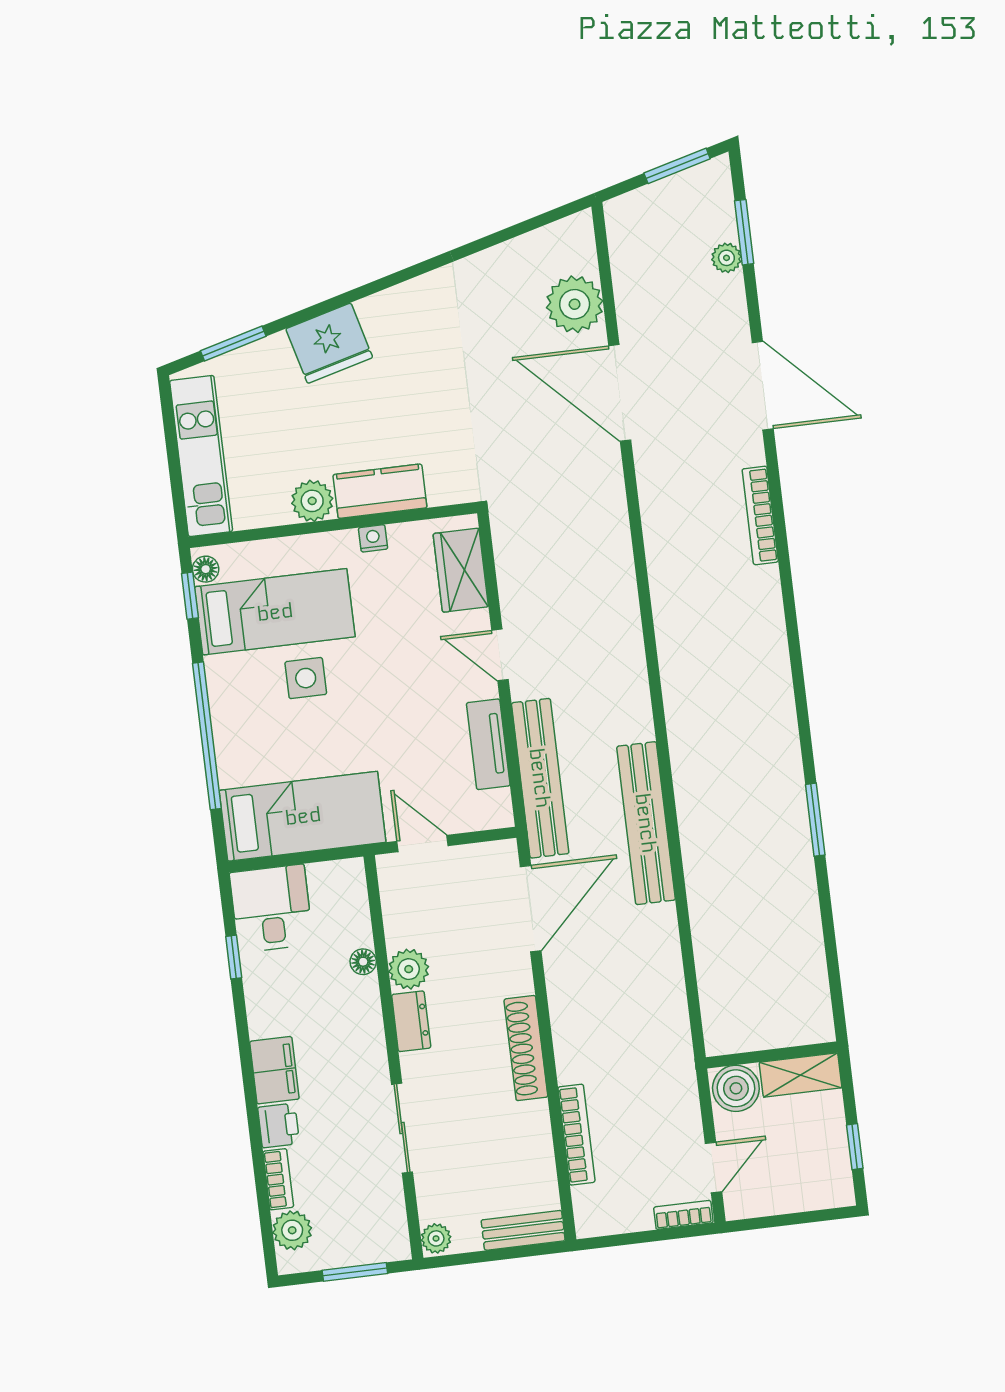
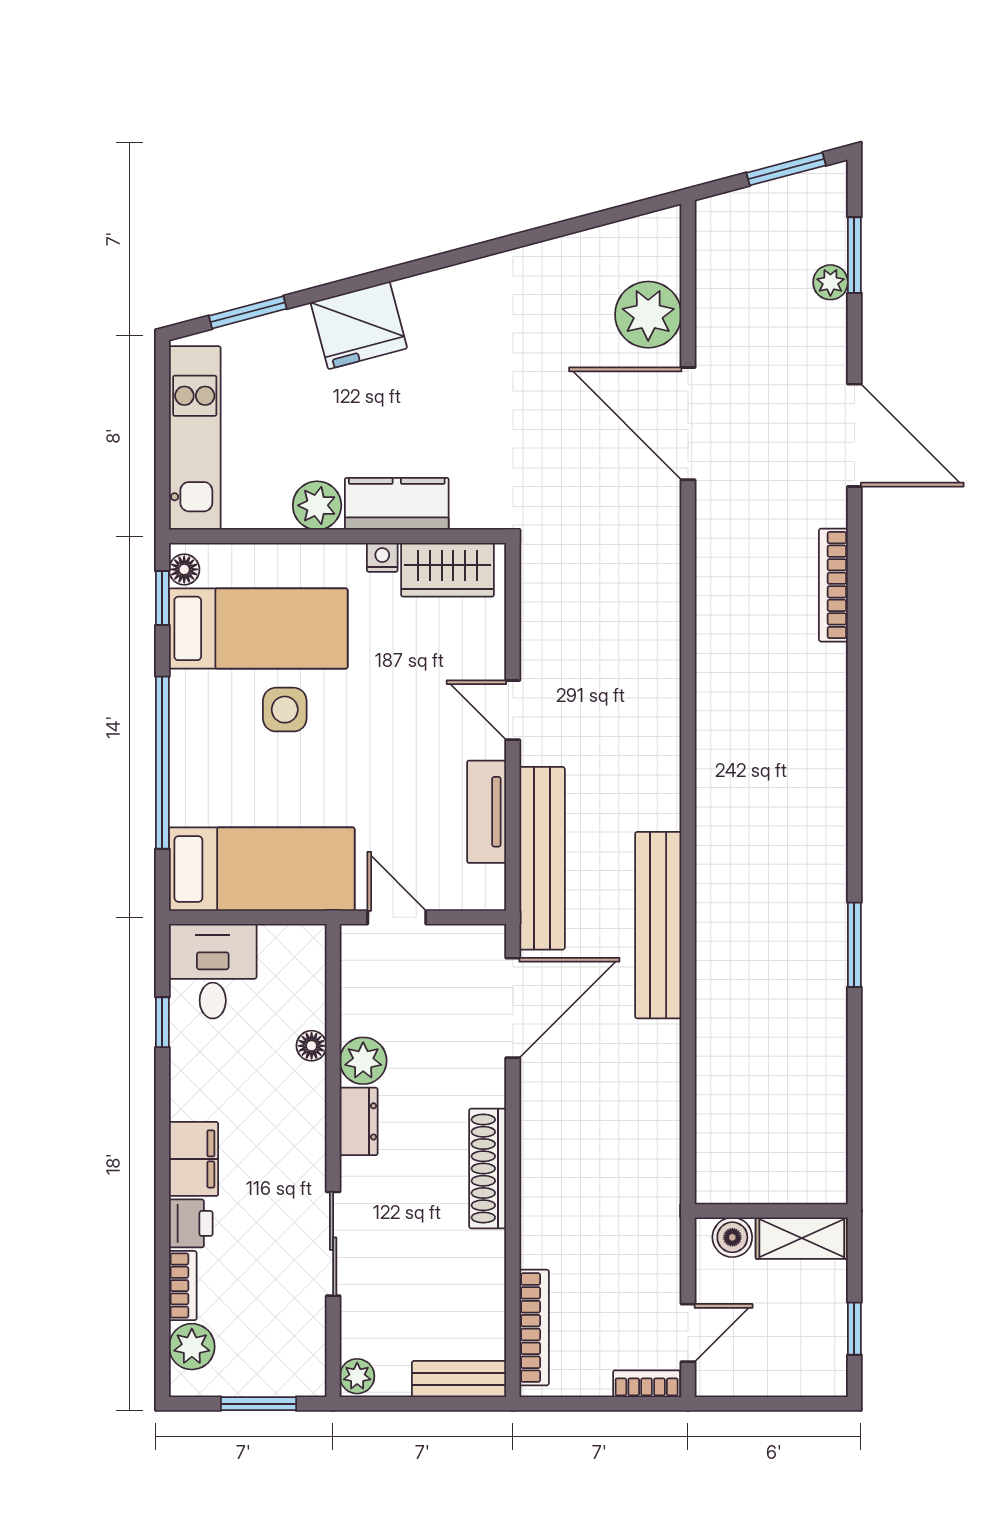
wardrobe: (461, 570) -> (448, 570), moved, turned -90
boiler: (736, 1088) -> (732, 1237), width x0.73, depth x0.73
bookcase: (576, 1135) -> (534, 1328), moved

